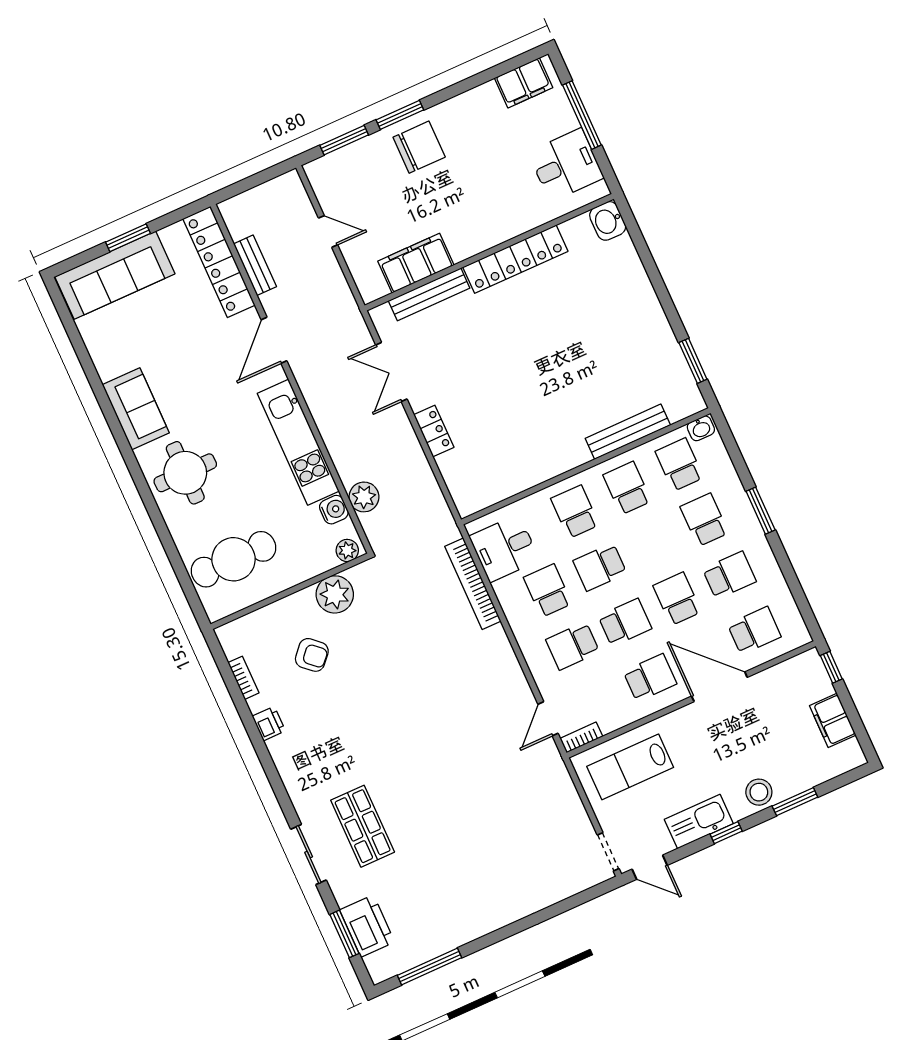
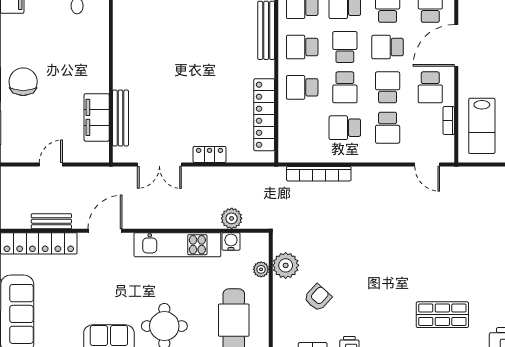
locker: (515, 259) -> (264, 115), moved, turned 180
door: (274, 340) -> (105, 231), swing flipped
school desk: (652, 543) -> (345, 47), added
desk: (504, 548) -> (305, 143), removed
plant: (347, 550) -> (261, 269), moved
school desk: (650, 678) -> (430, 87), turned 180
bookcase: (581, 737) -> (449, 121), moved

